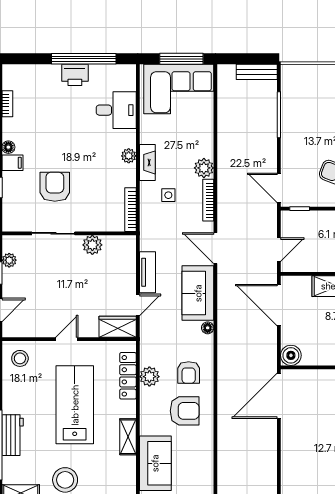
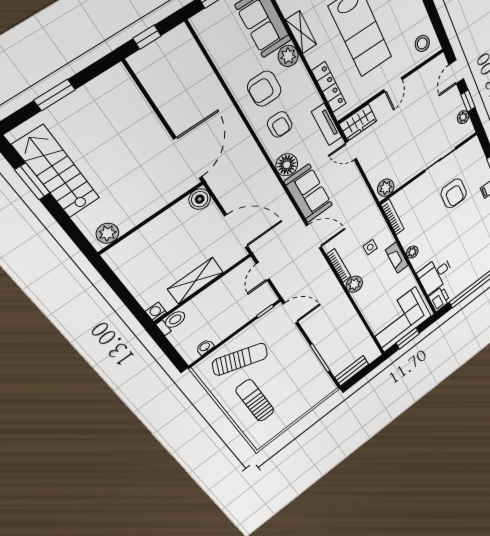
window: (181, 59) -> (408, 338), width x0.69
printer: (75, 75) -> (439, 299), moved, turned 90
plant: (92, 245) -> (386, 188), moved
tv unit: (147, 272) -> (327, 124), moved
door: (138, 305) -> (351, 151), hinge flipped
floor lamp: (208, 328) -> (287, 165), width x1.89, depth x1.89
armchair: (189, 373) -> (280, 124), turned 180
plant: (149, 377) -> (288, 56), moved

